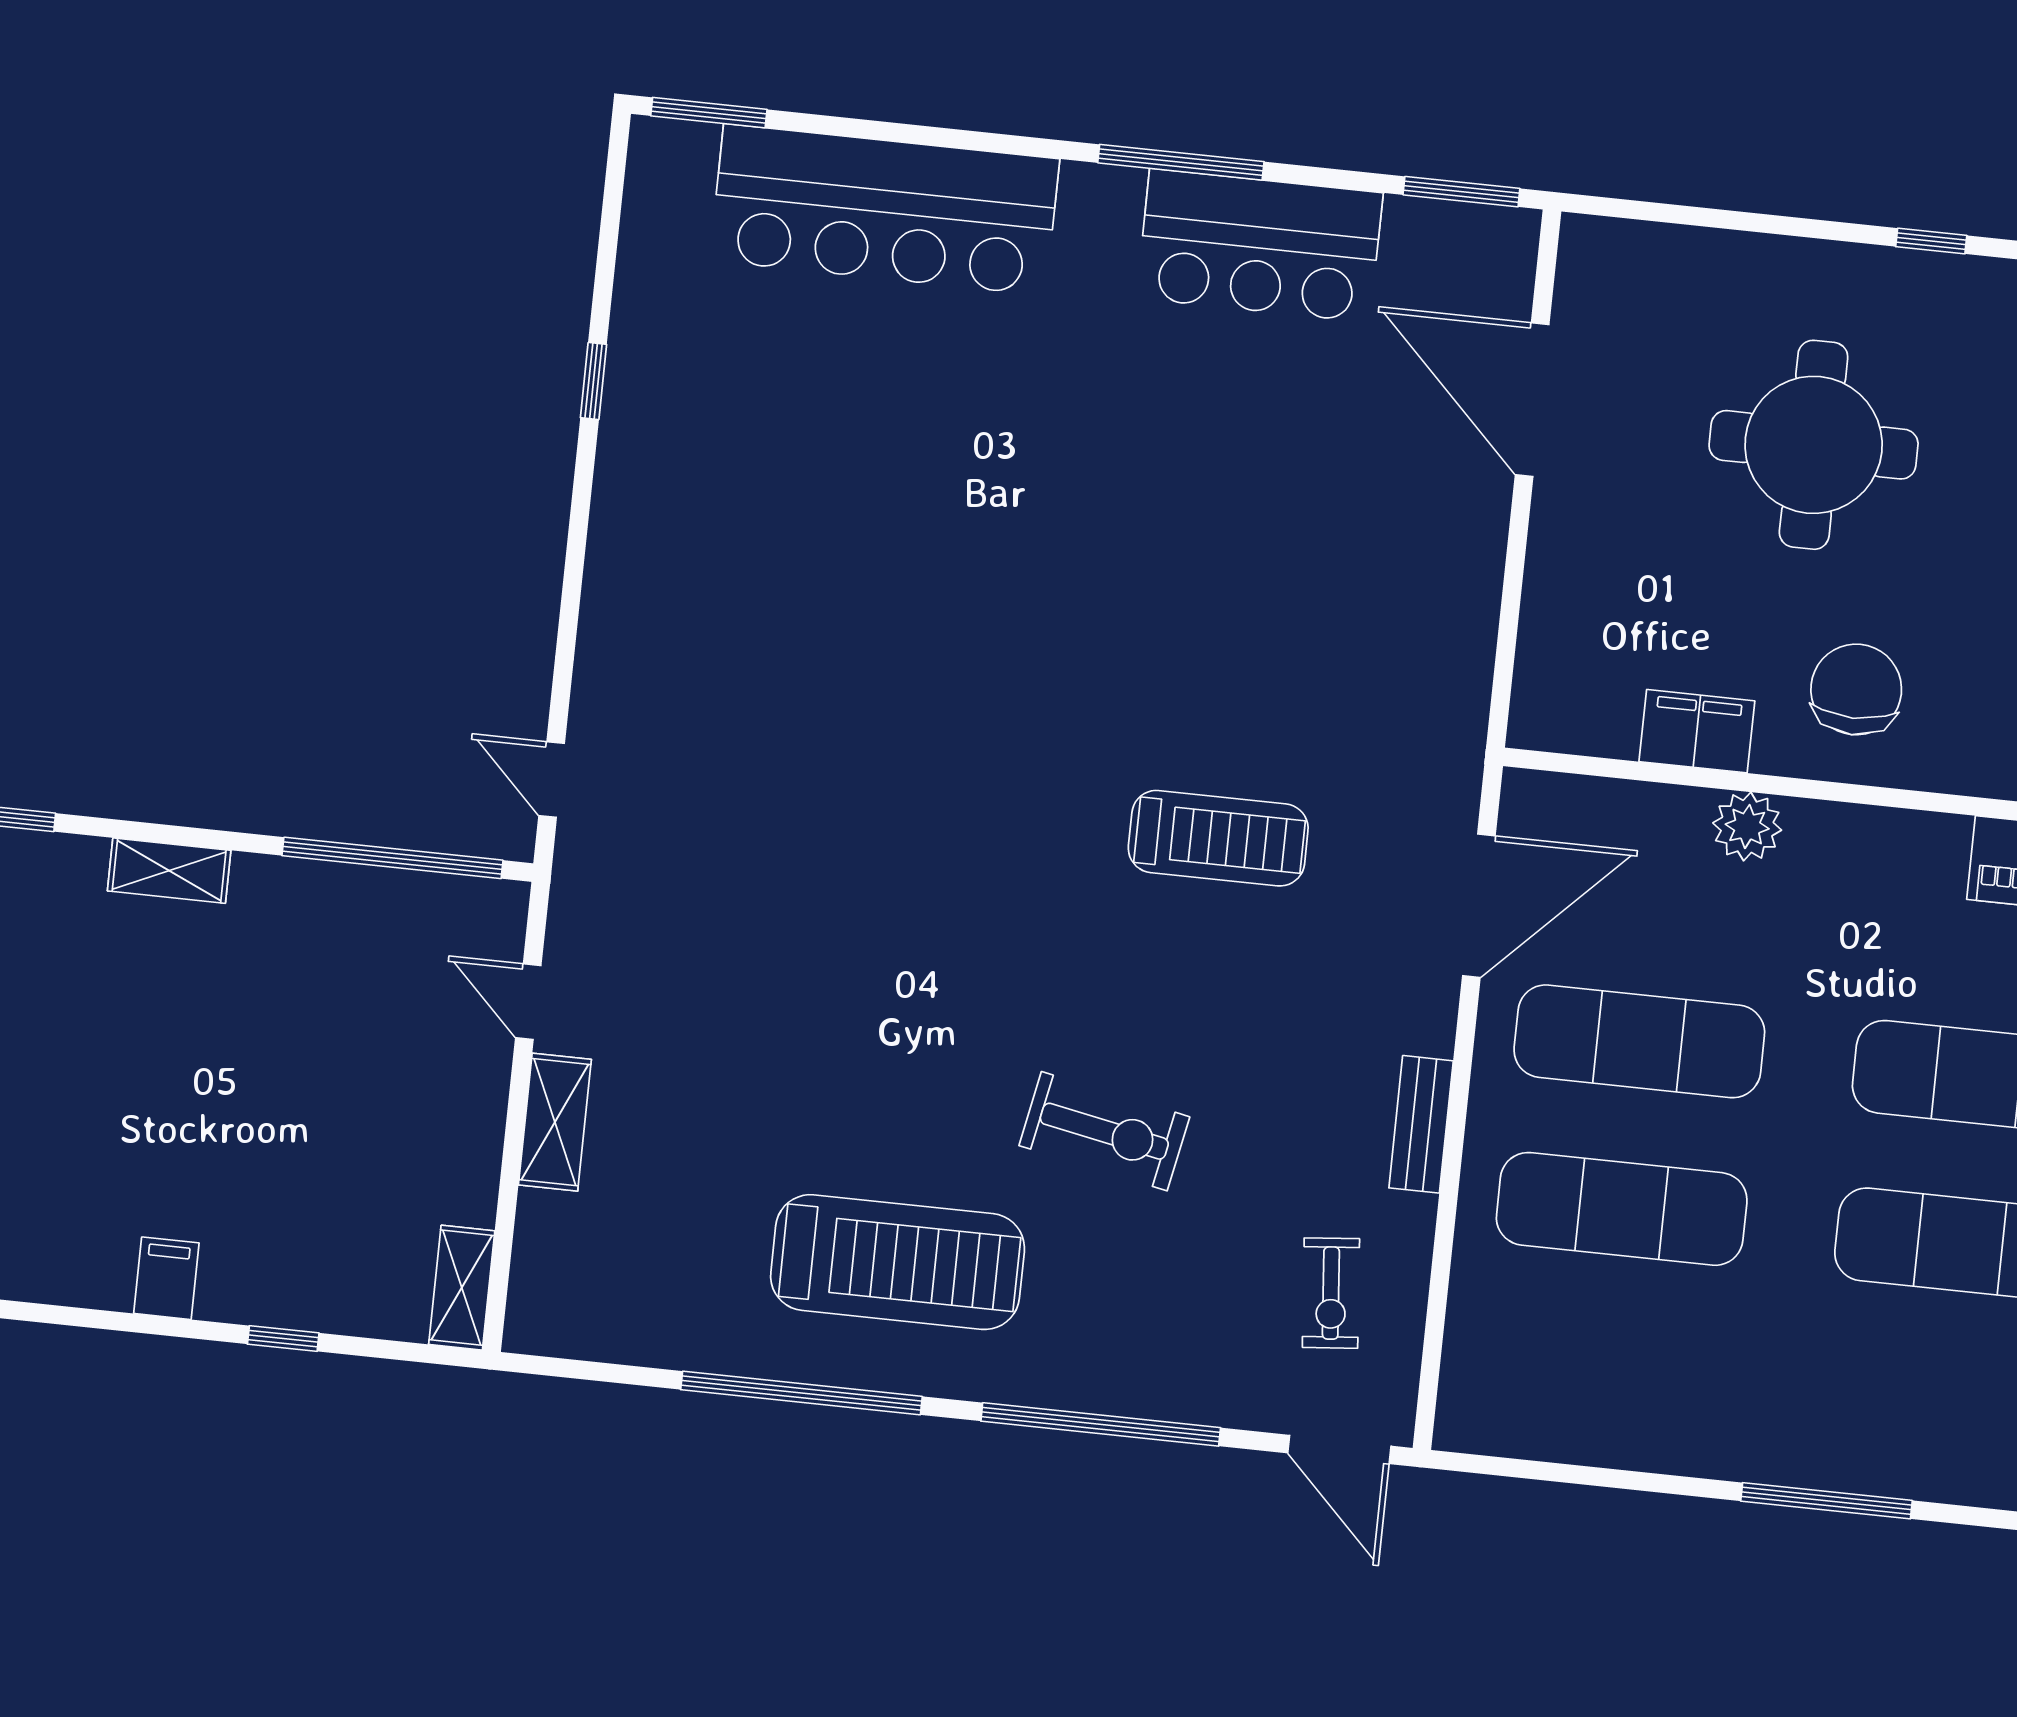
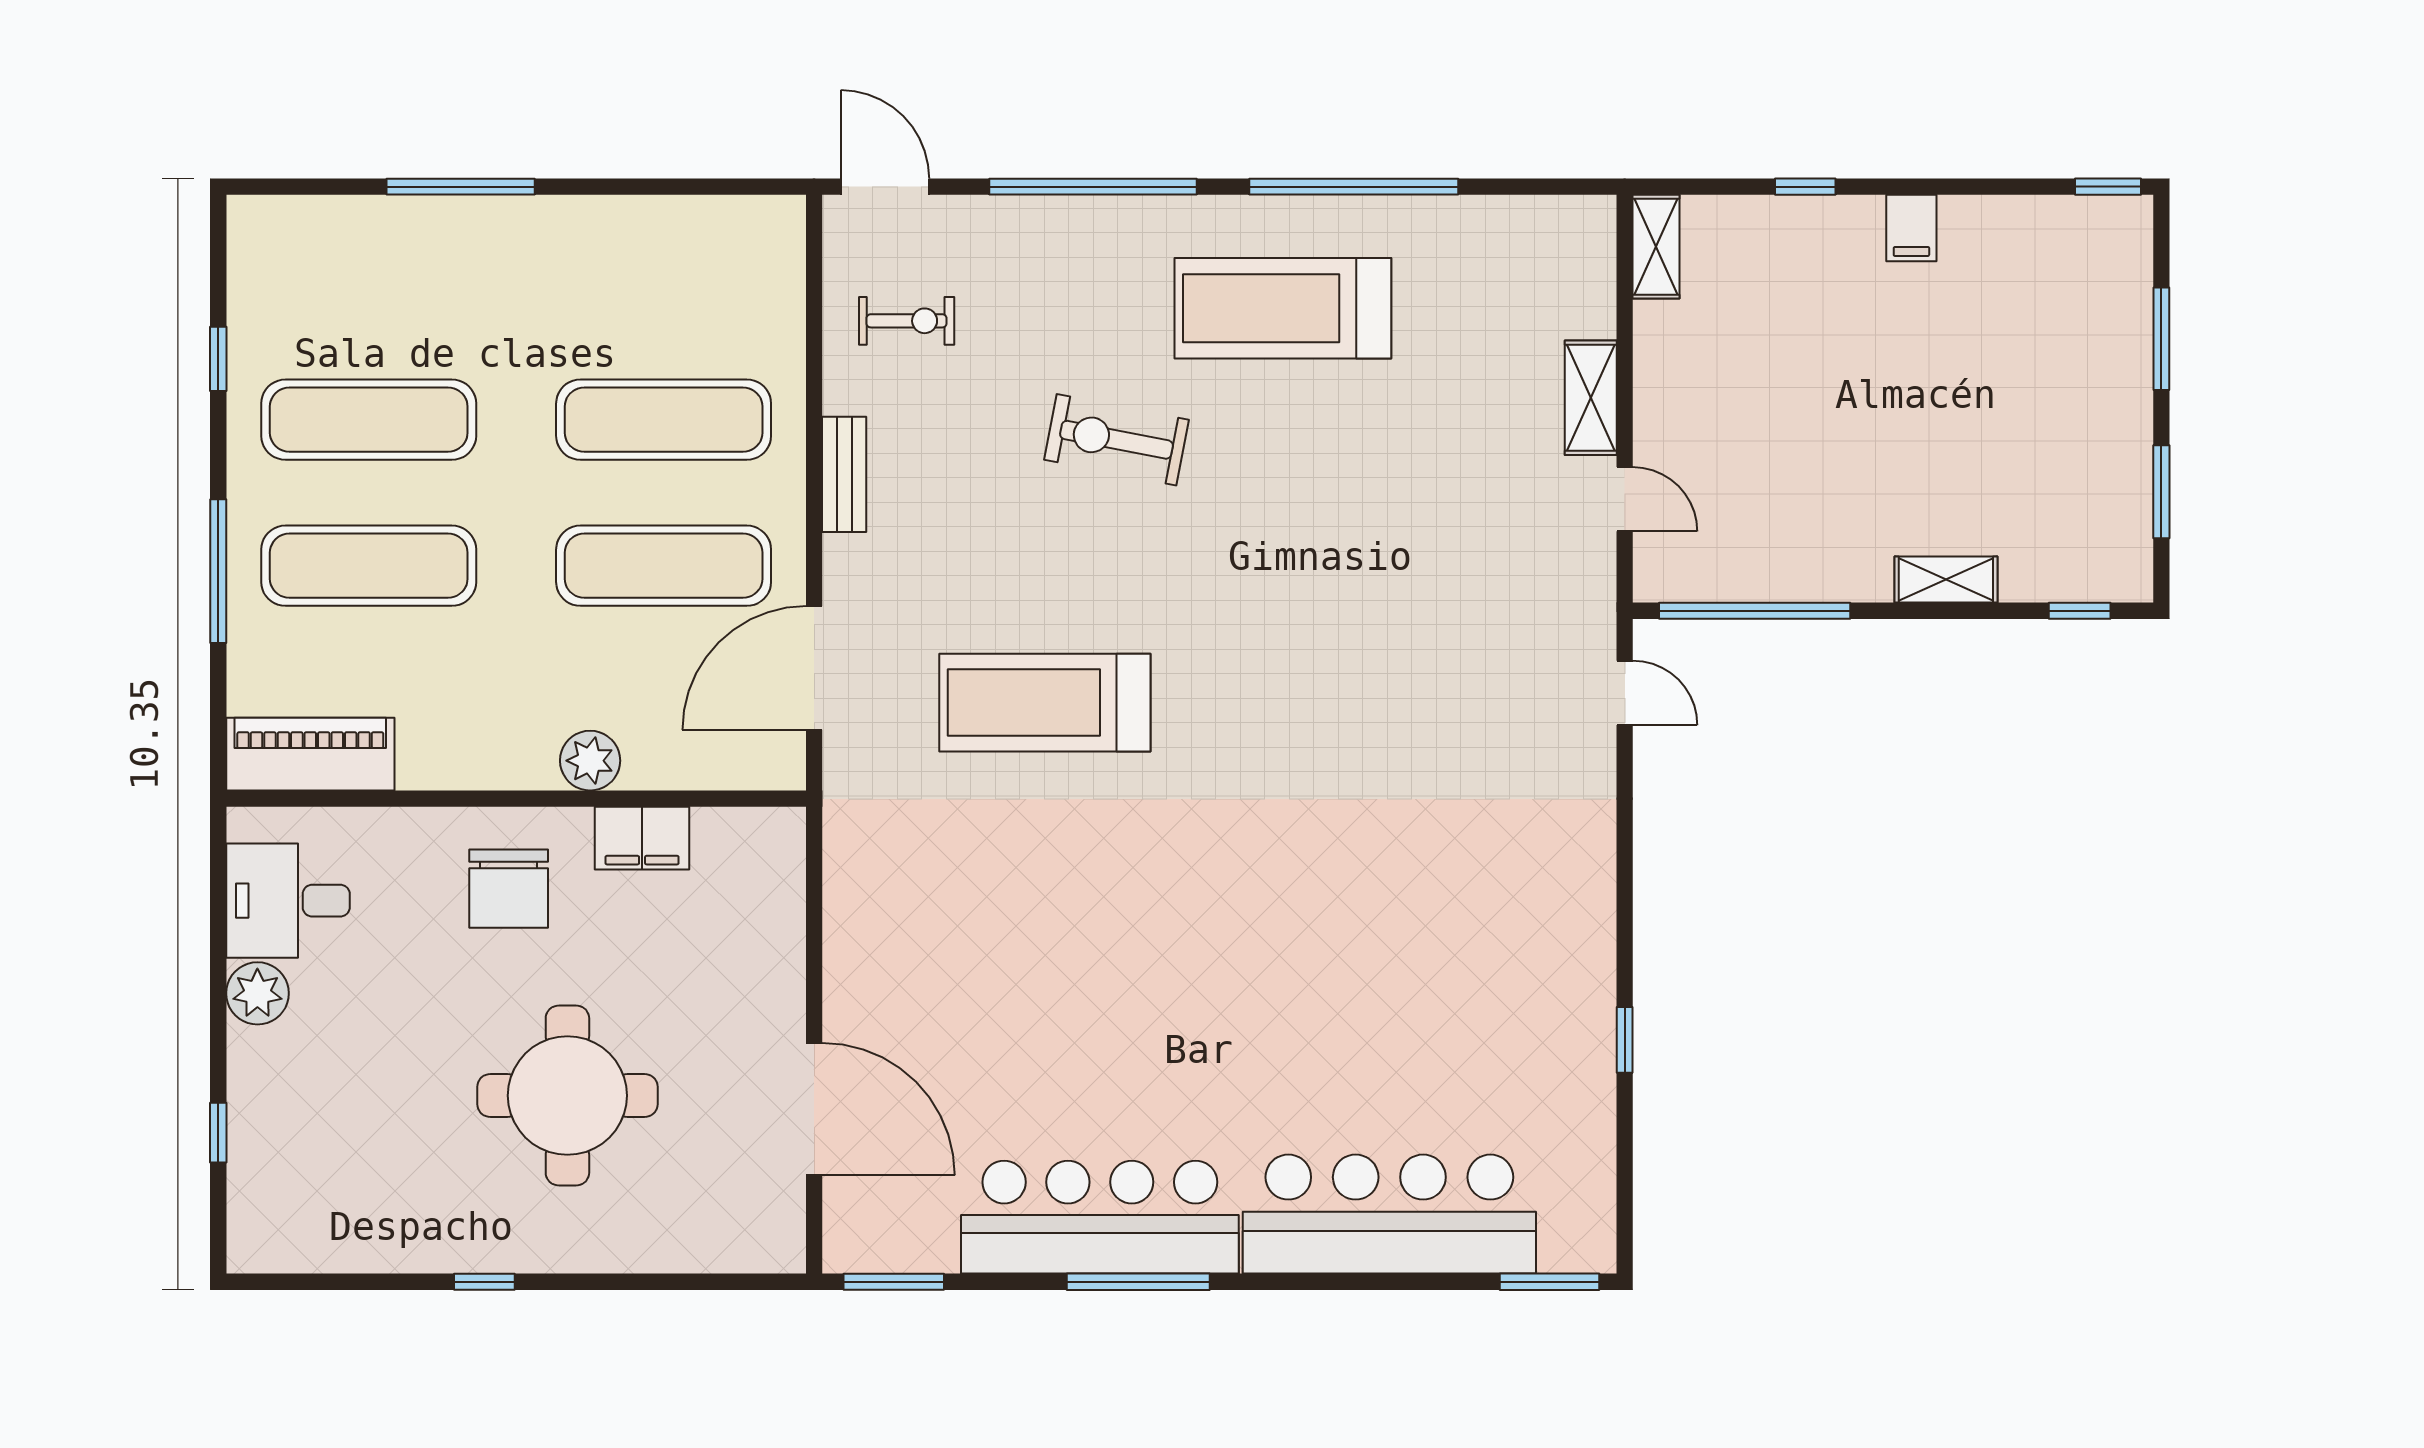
bar counter: (1260, 245) -> (1100, 1217), width x1.36
treadmill: (1218, 838) -> (1045, 703), width x1.37, depth x1.38
exercise bike: (1331, 1293) -> (907, 321), turned 95

